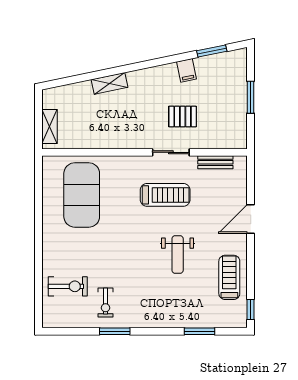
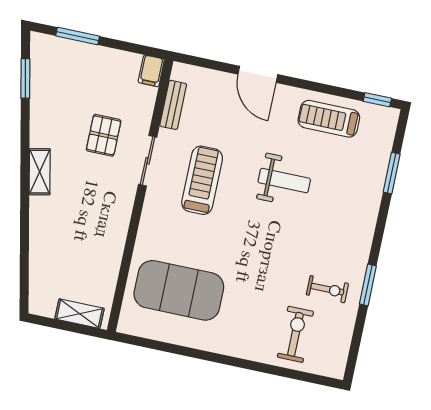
filing cabinet: (187, 70) -> (151, 71), moved, turned 102
shelving: (109, 83) -> (40, 172), moved
window: (251, 97) -> (78, 36), moved

